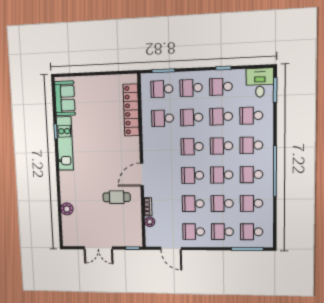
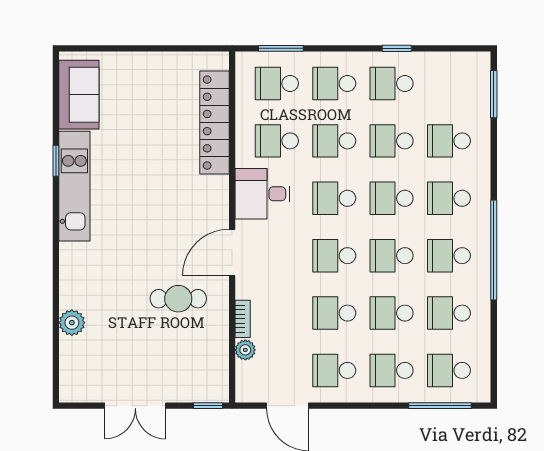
desk: (260, 83) -> (262, 194), moved, turned -90

